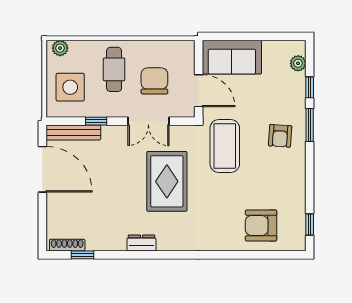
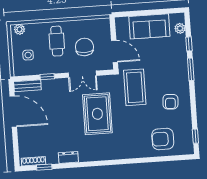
sofa: (232, 57) -> (149, 26), moved
side table: (70, 87) -> (28, 55), width x0.54, depth x0.54
bench: (73, 133) -> (27, 86), width x0.73
armchair: (280, 136) -> (170, 102), moved
dresser: (141, 243) -> (68, 157), moved

